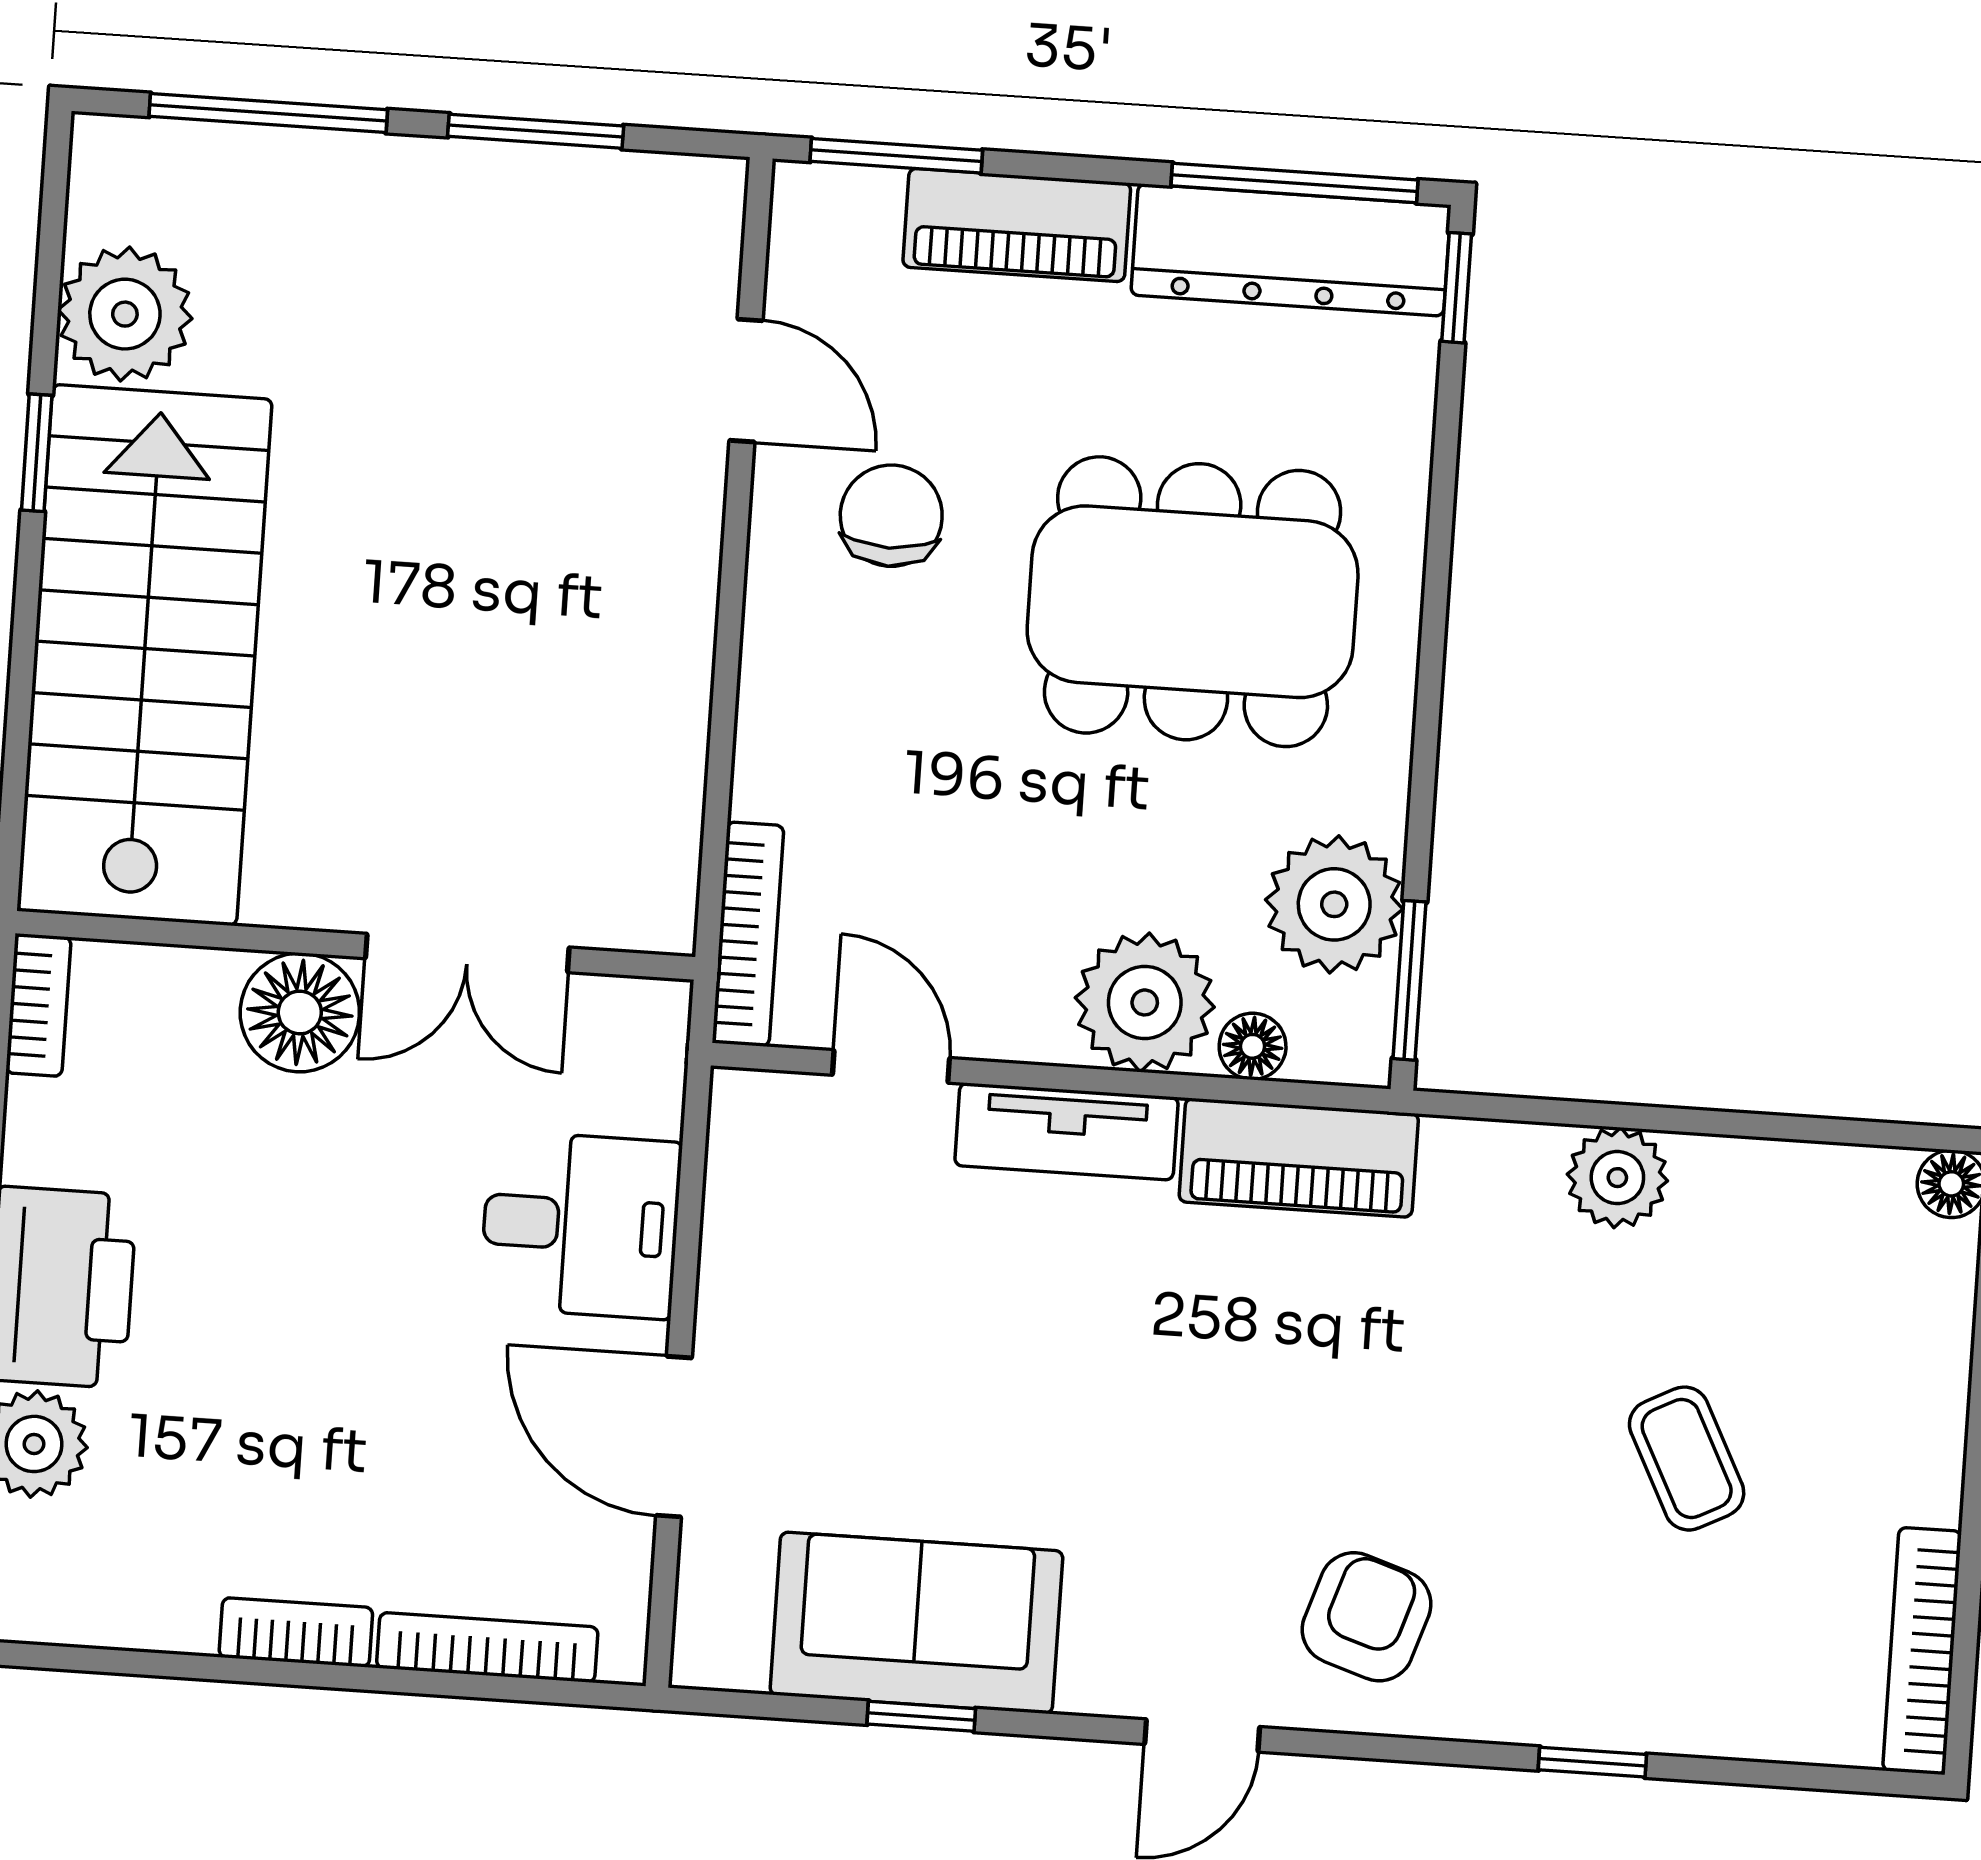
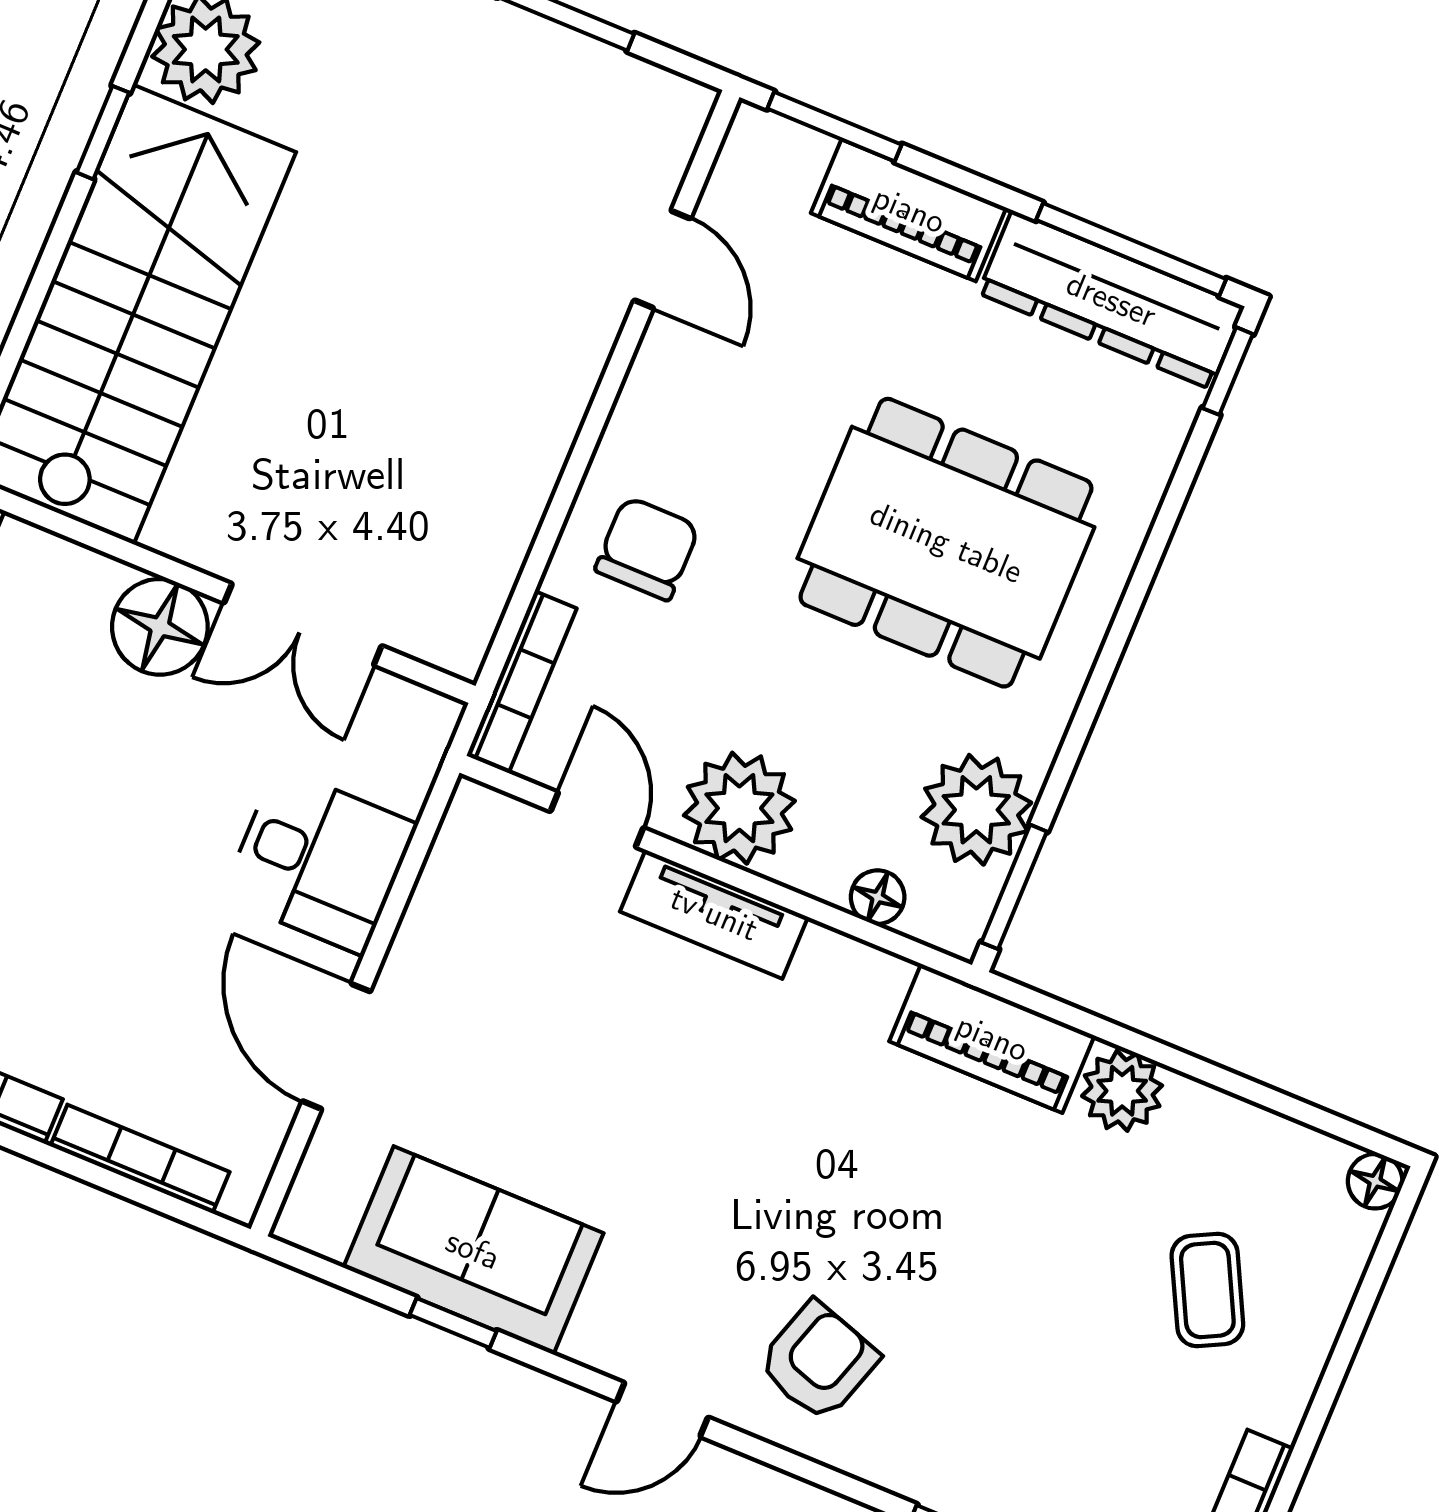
chair: (891, 516) -> (647, 548), moved
plant: (1145, 1002) -> (739, 808), moved
piano: (1299, 1158) -> (992, 1038), moved
coffee table: (1687, 1459) -> (1207, 1290), moved

